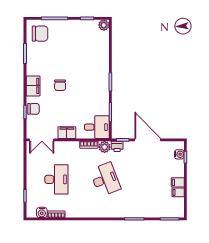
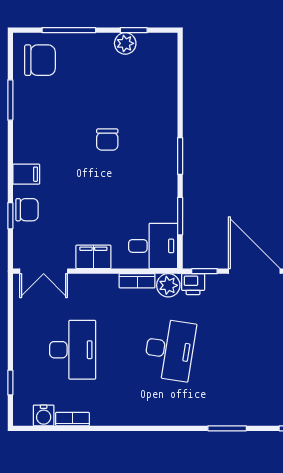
plant: (104, 25) -> (125, 43), moved
chair: (60, 85) -> (107, 140), moved
filing cabinet: (33, 86) -> (26, 174), width x0.50
desk: (105, 179) -> (170, 350), turned 30

